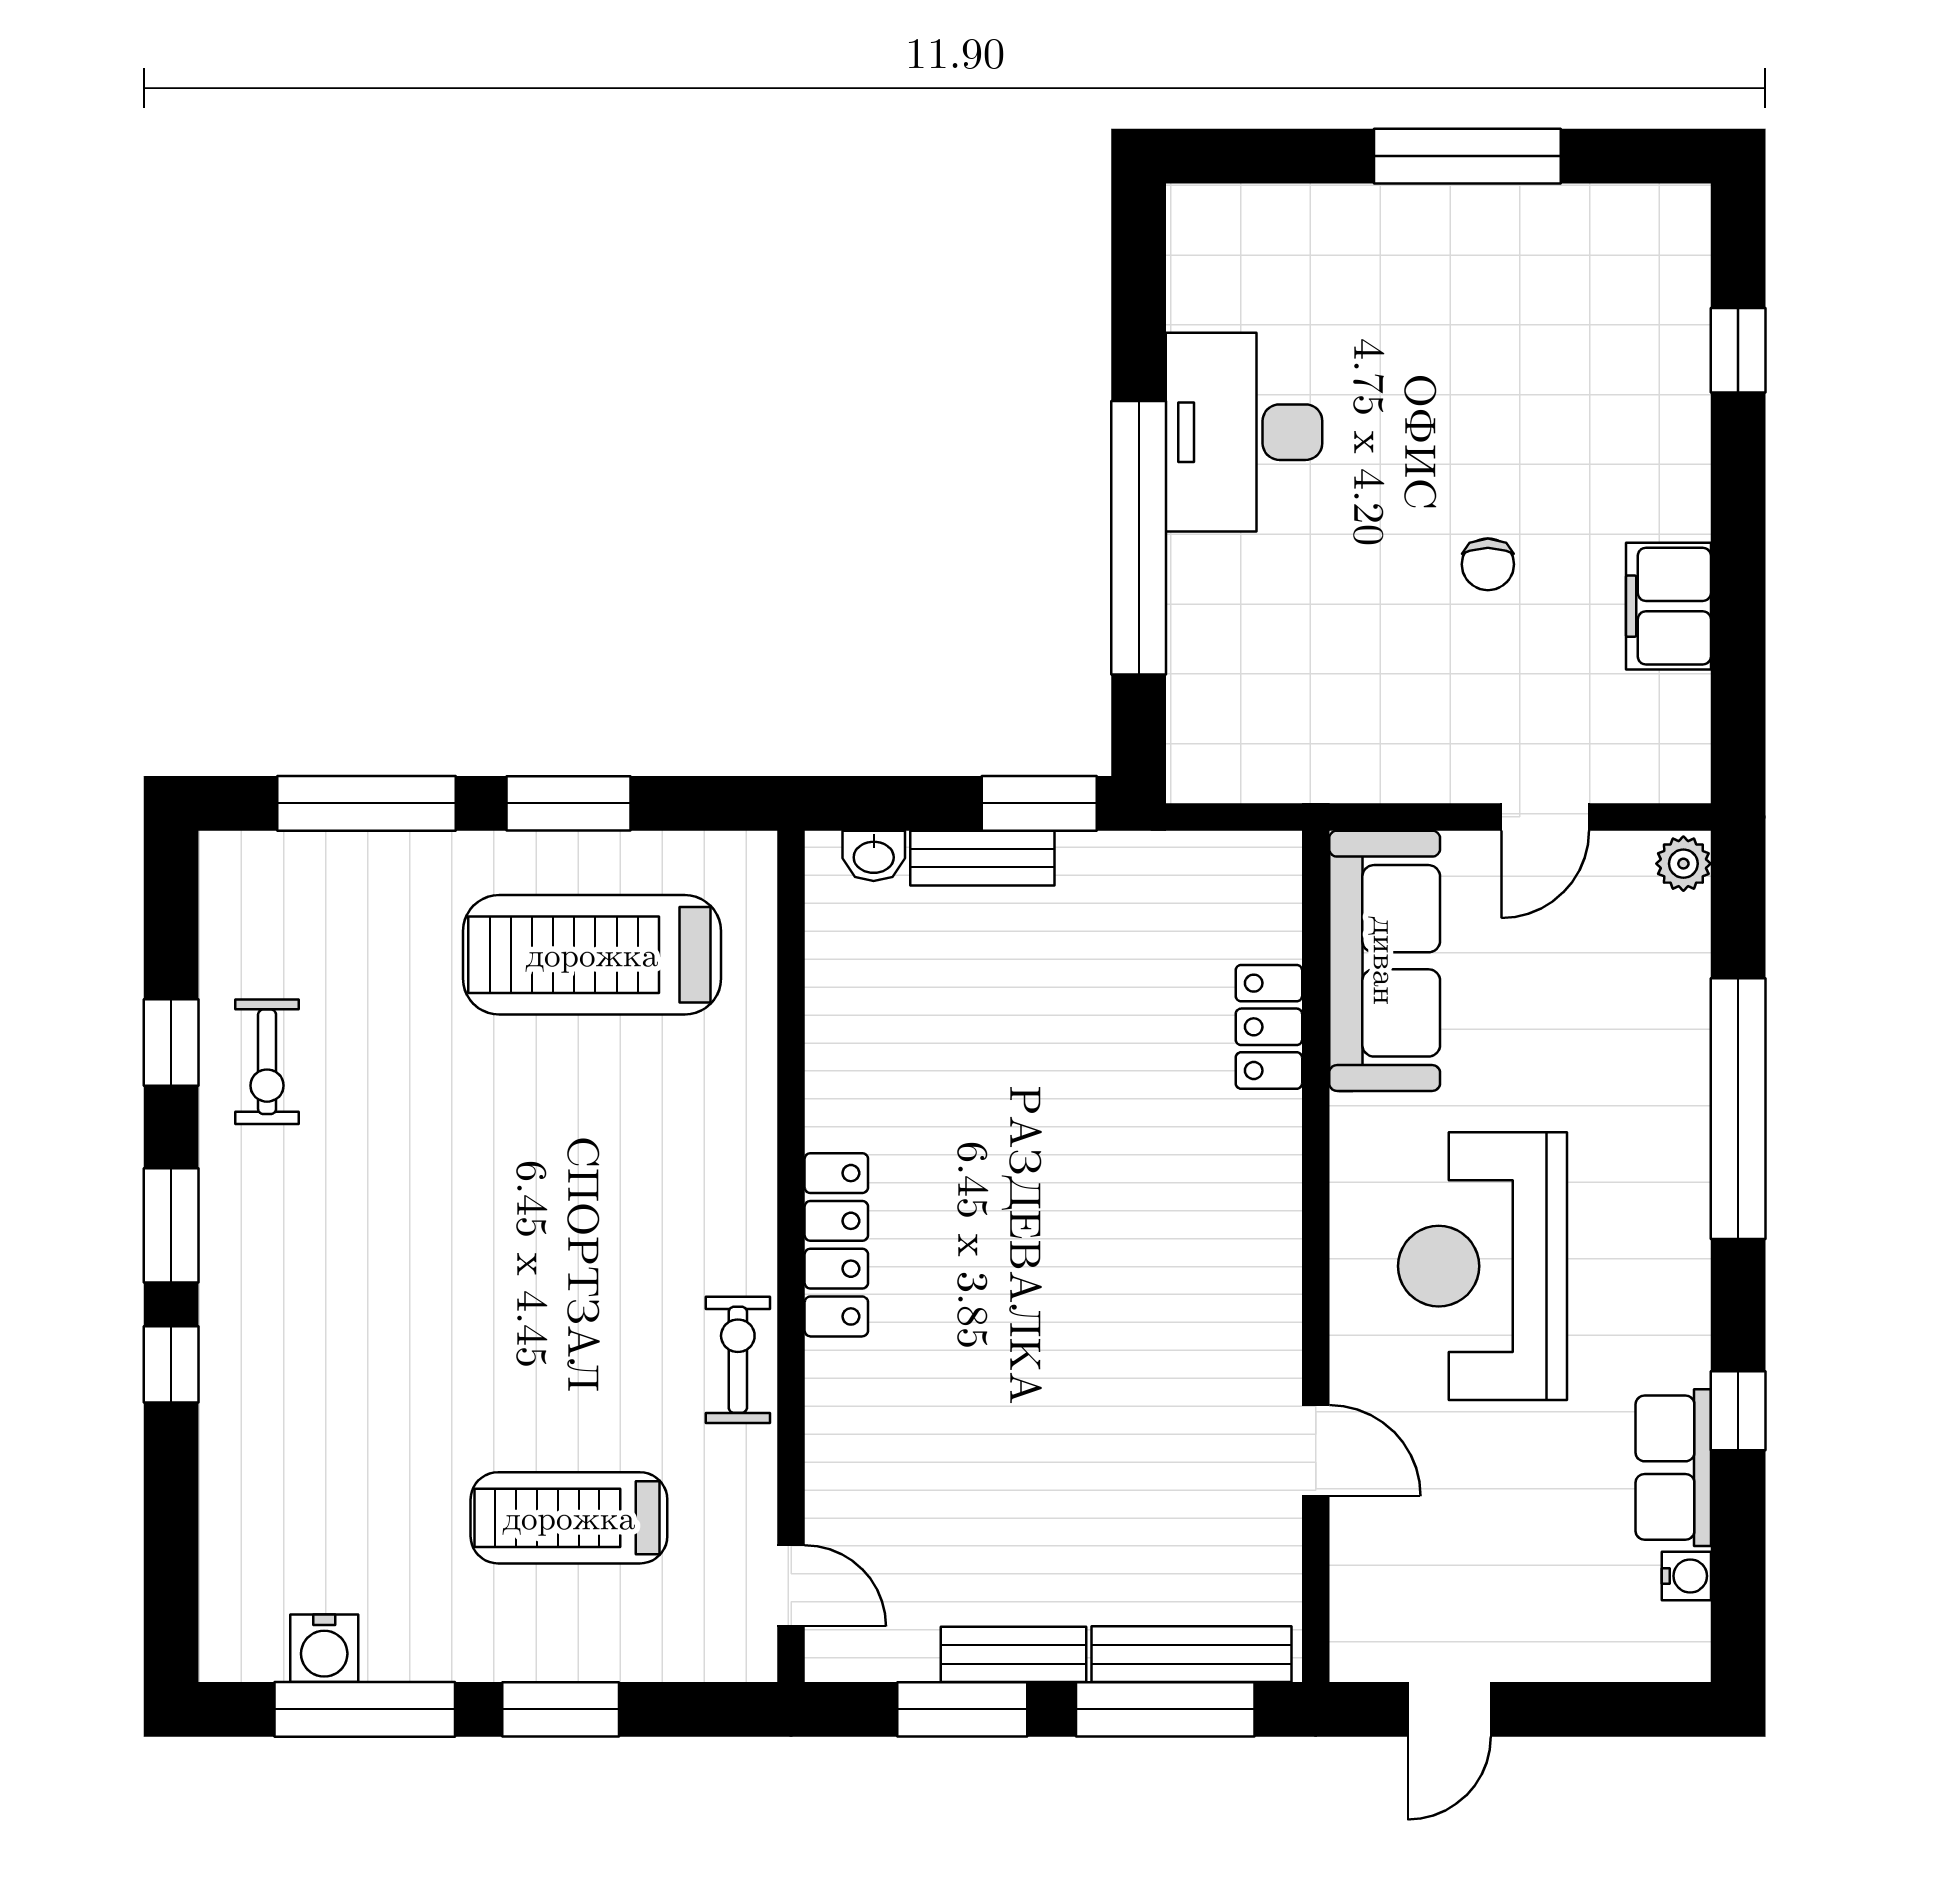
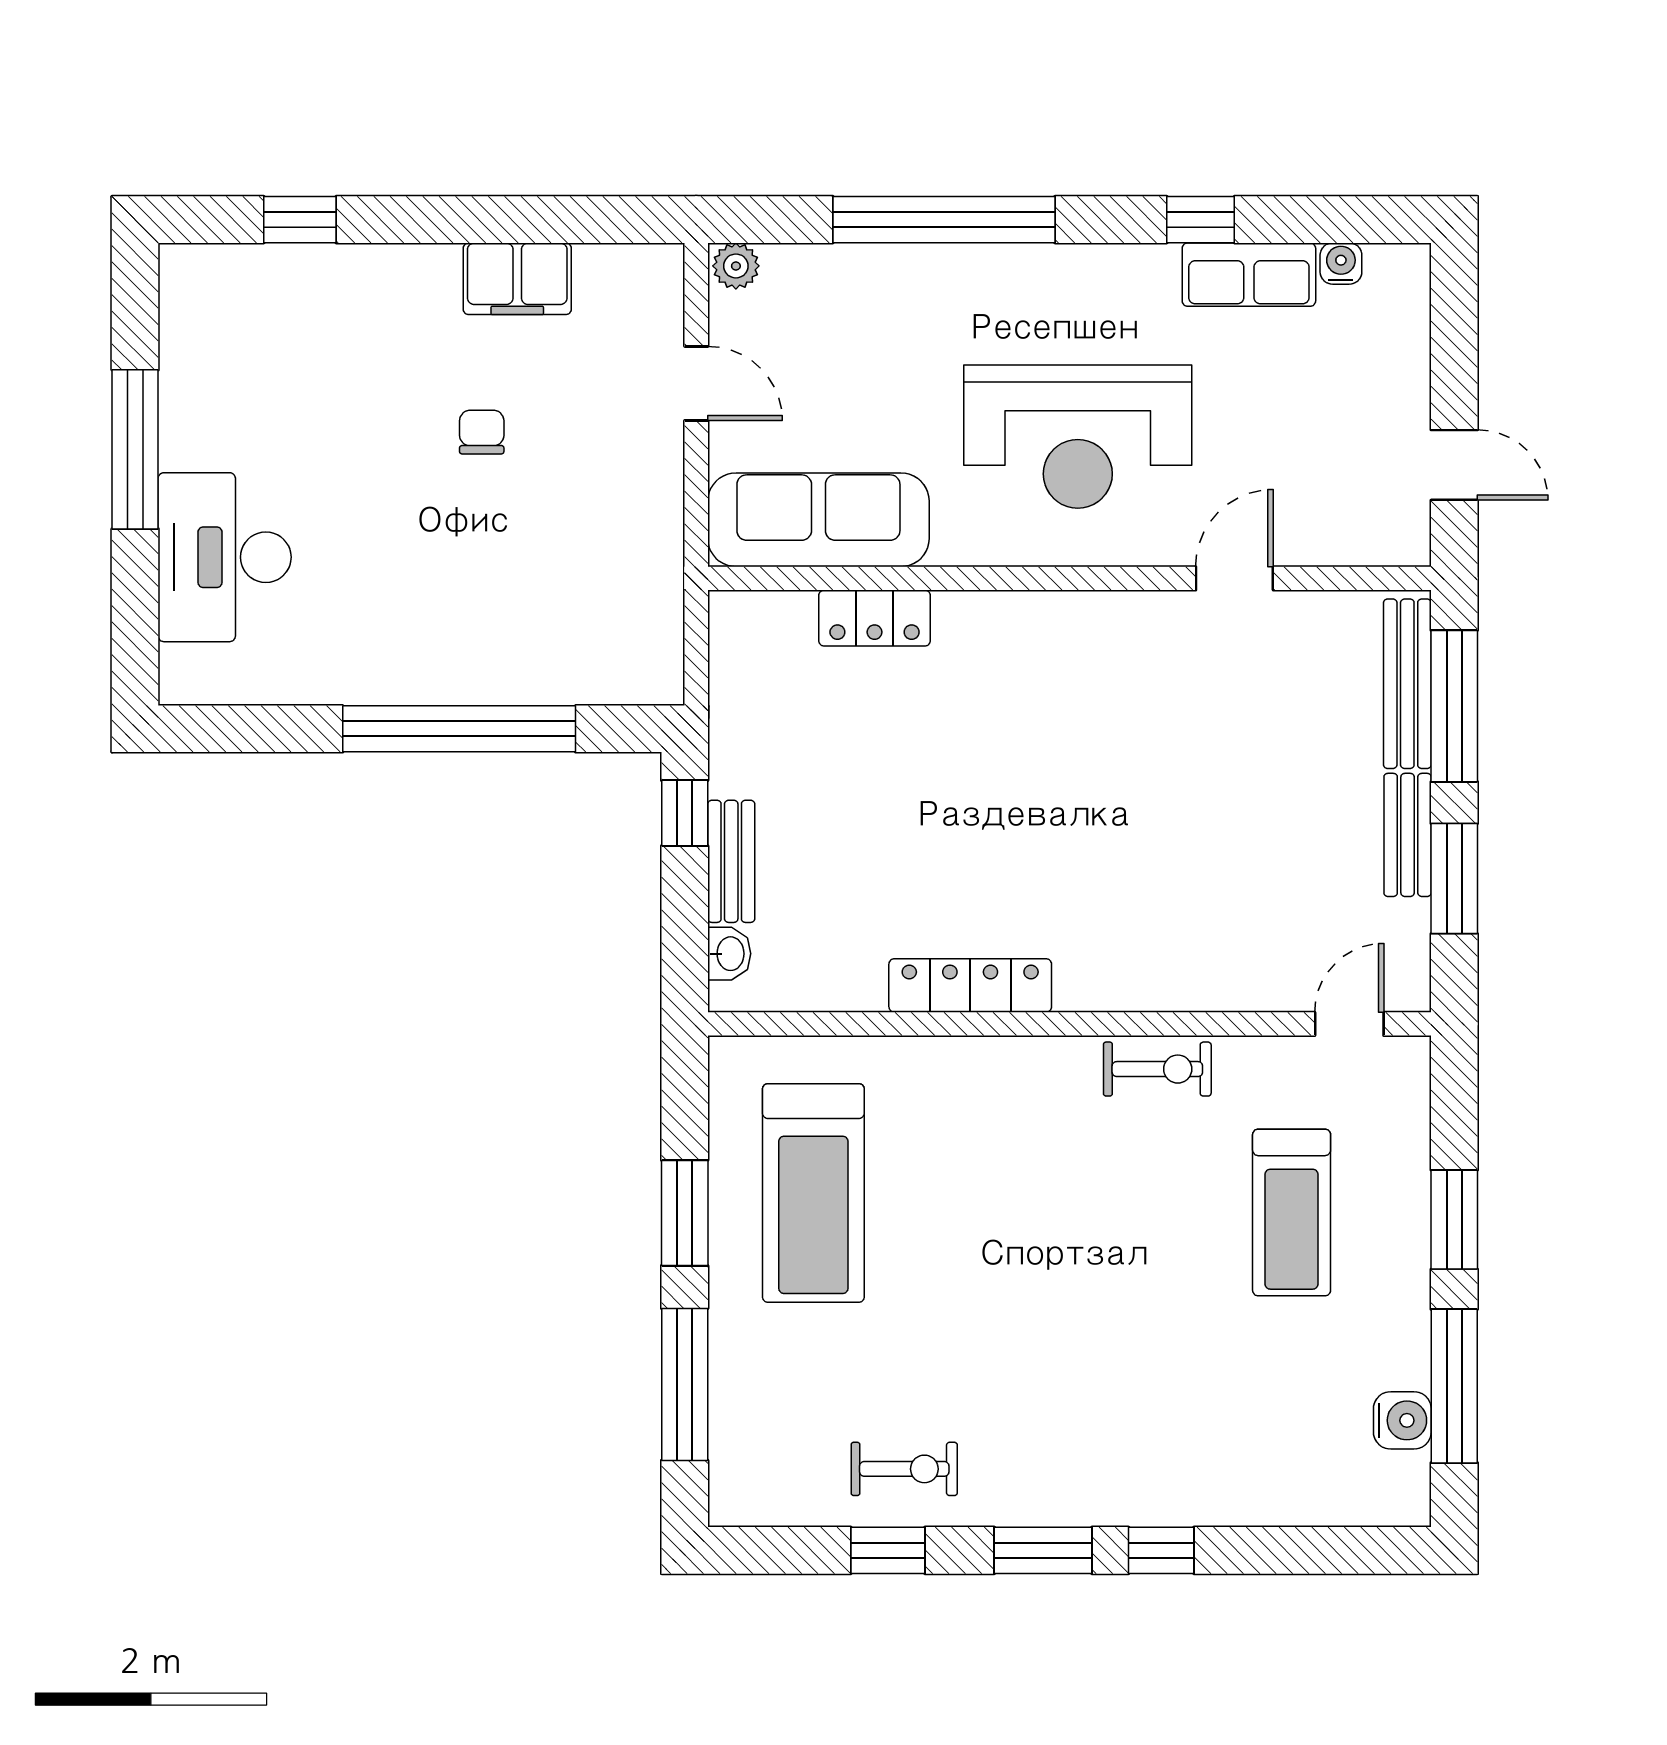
desk: (1244, 432) -> (225, 557), moved, turned 90
chair: (1488, 564) -> (482, 432), turned -90
window: (1039, 803) -> (685, 813), width x0.67
locker: (836, 1245) -> (970, 985), moved
exercise bike: (738, 1360) -> (1157, 1069), turned 180

